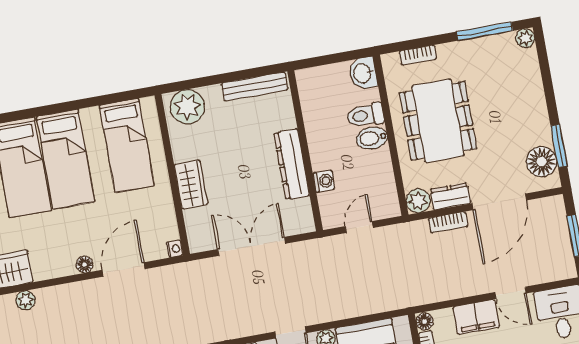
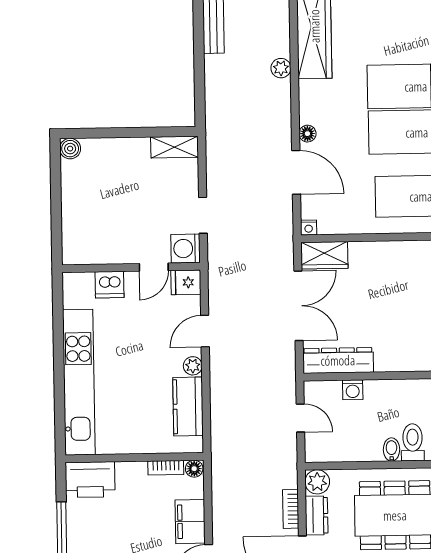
bidet: (372, 138) -> (392, 449), width x0.72, depth x0.74
dresser: (292, 164) -> (338, 360), moved
wardrobe: (191, 185) -> (324, 255), moved

